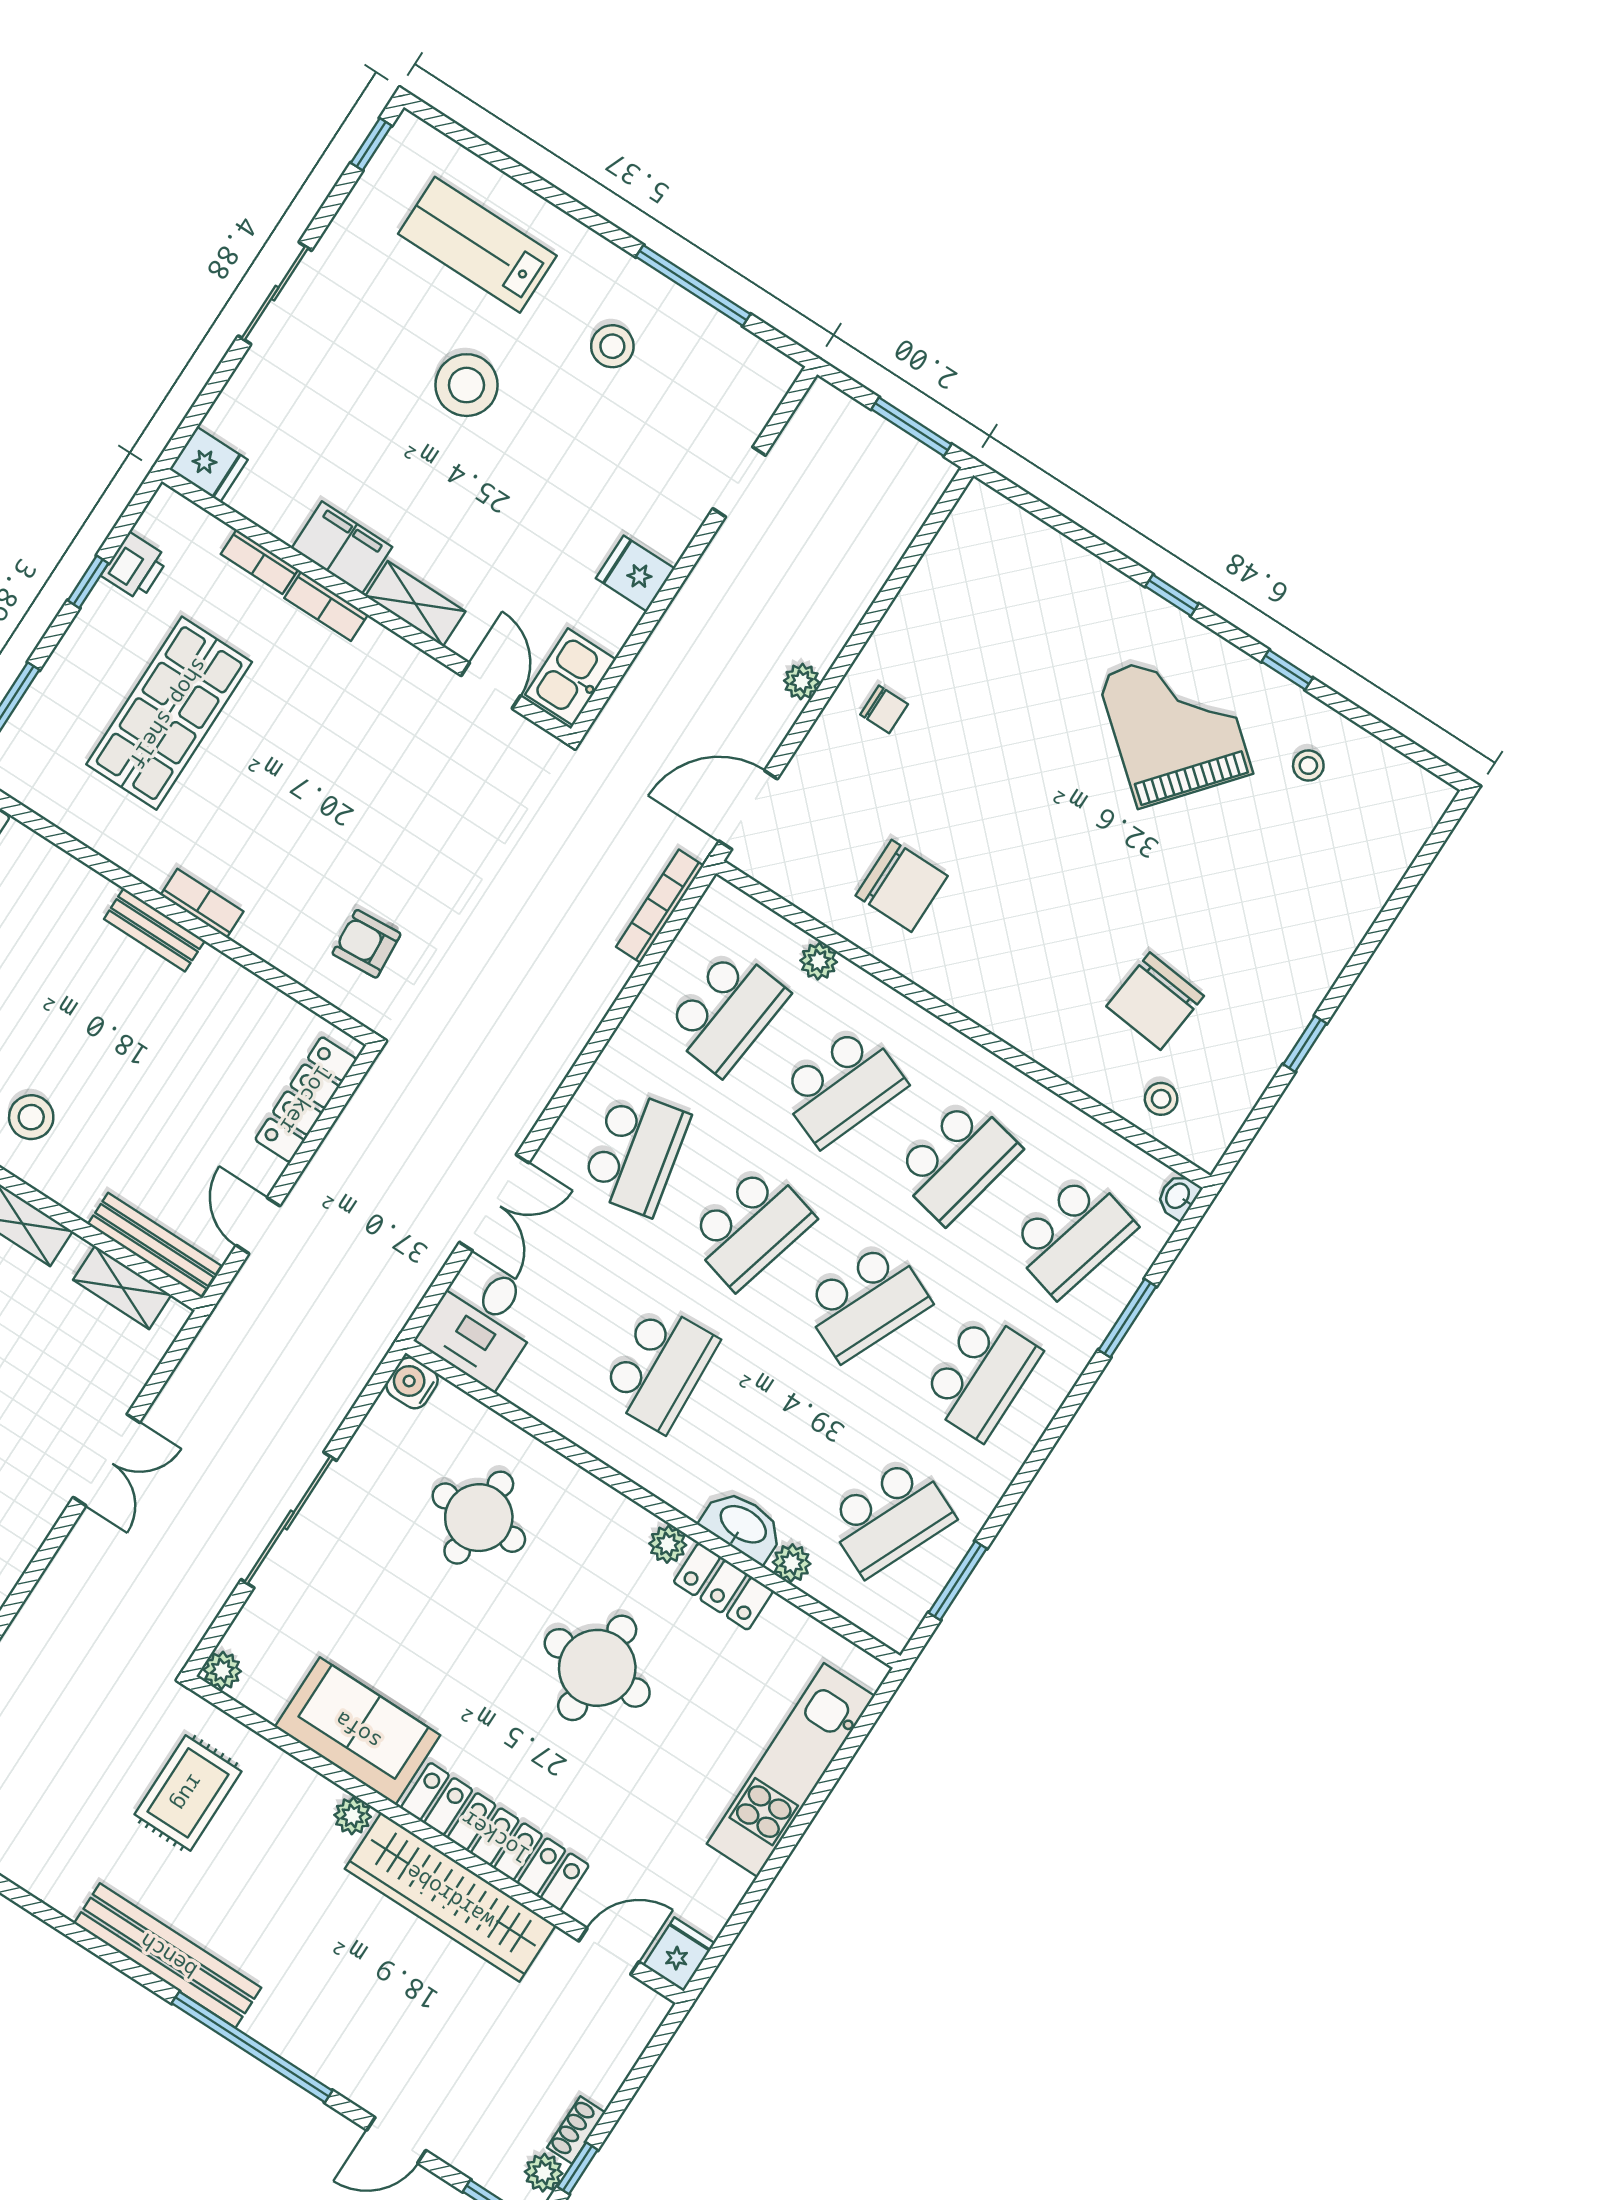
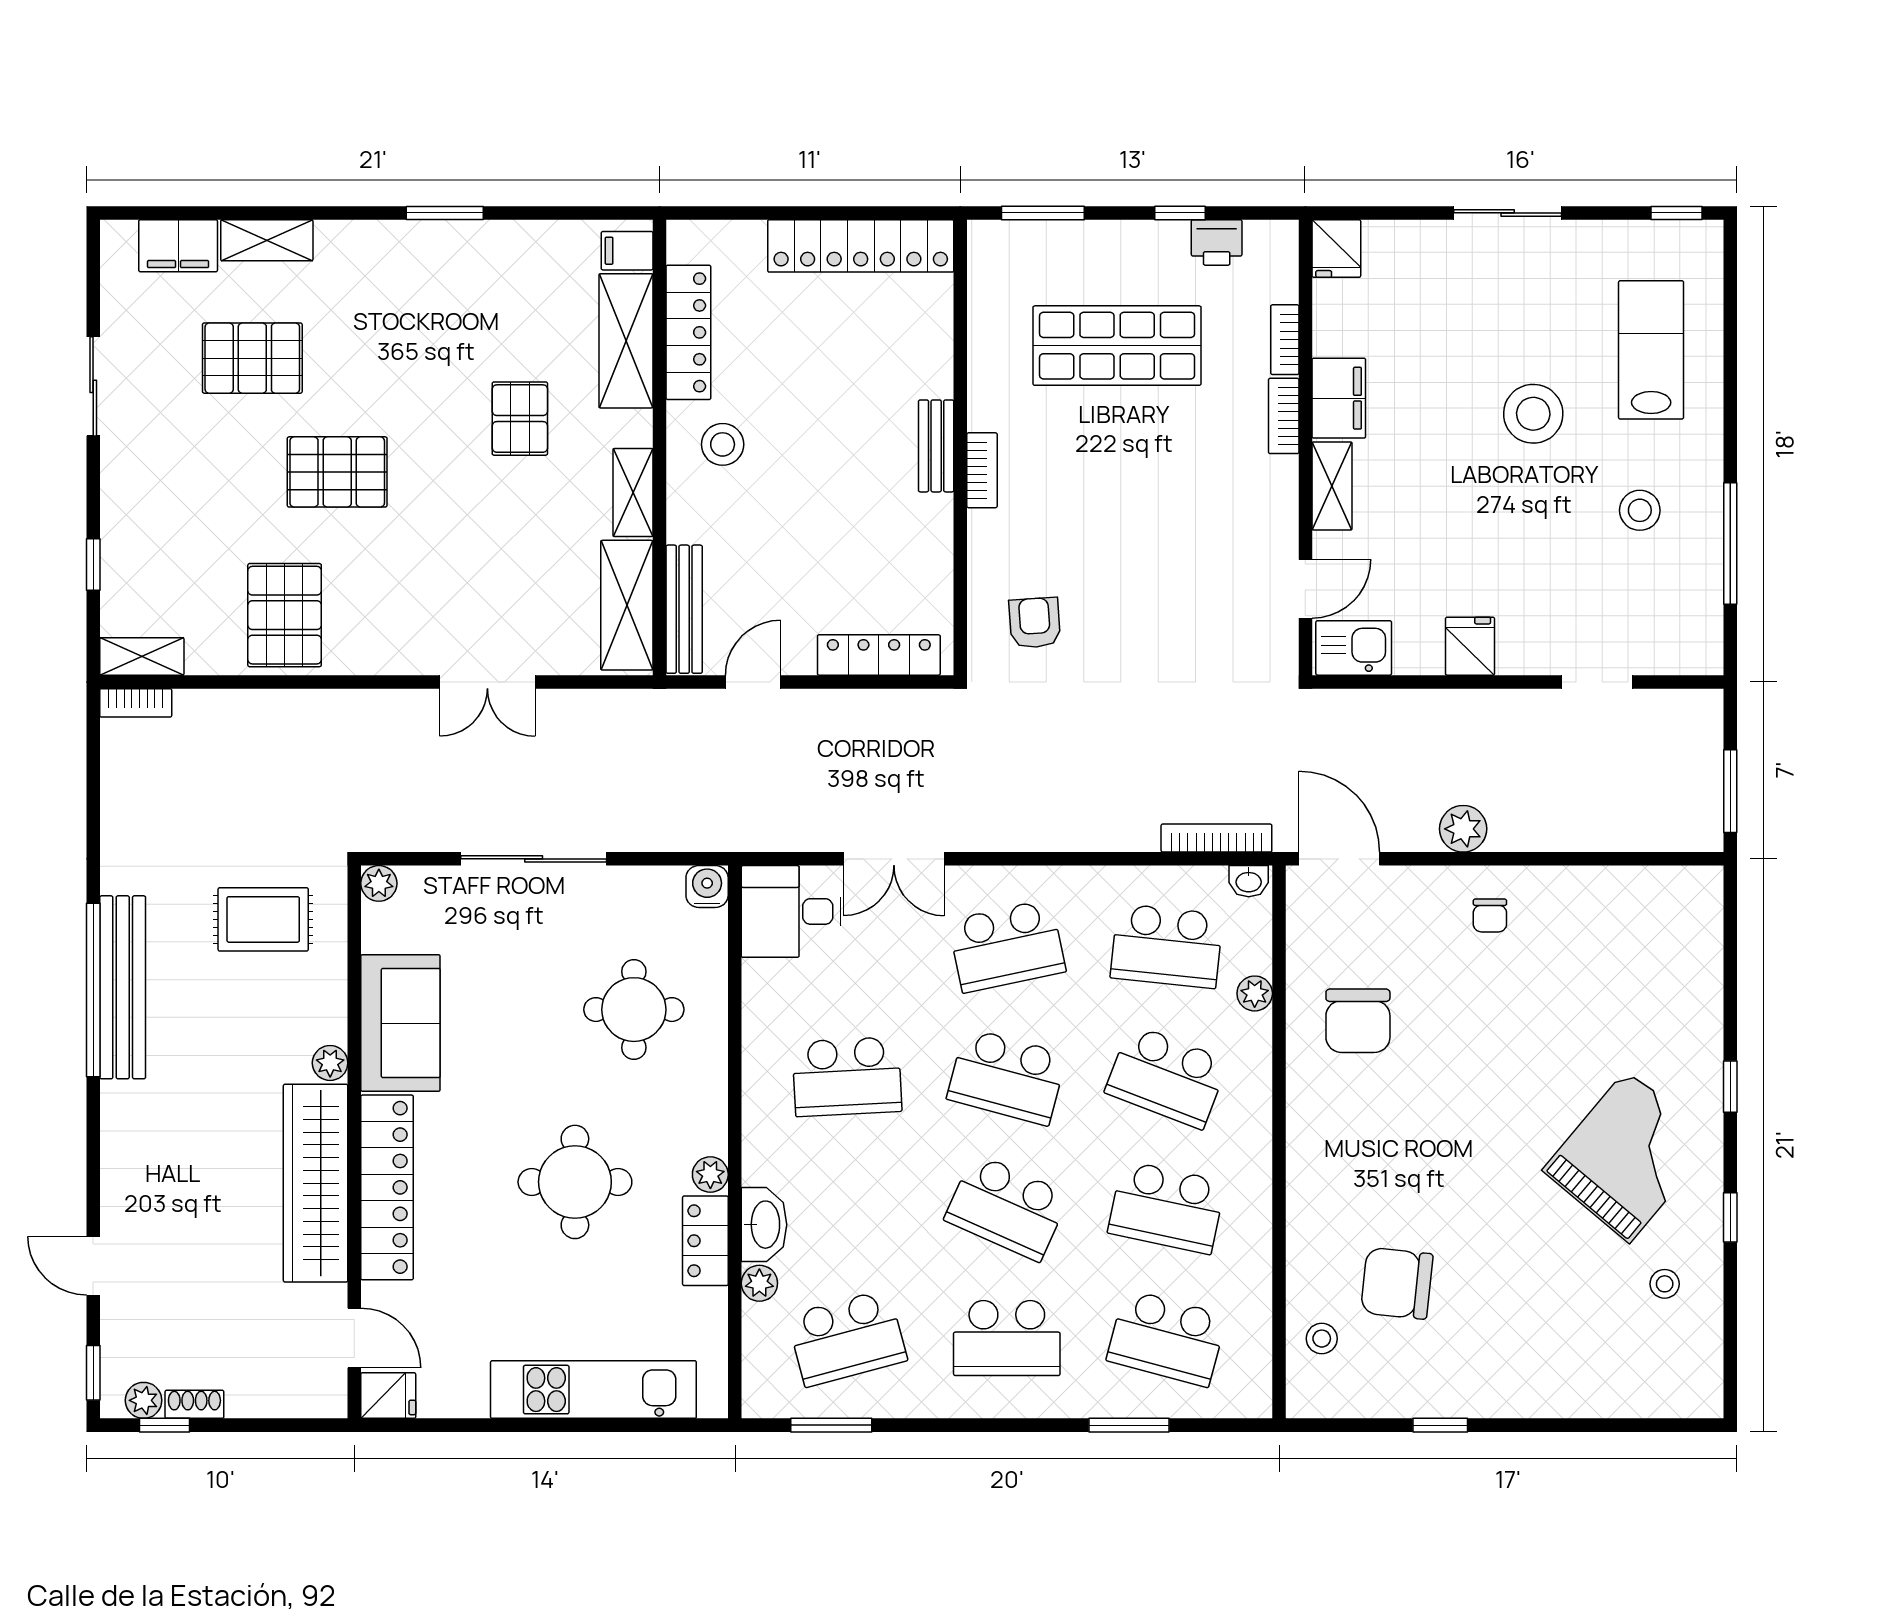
plant: (802, 682) -> (1463, 829), width x1.38, depth x1.38
washbasin: (1178, 1196) -> (1249, 881), moved, turned 180
shelving: (122, 1287) -> (627, 605), width x1.50, depth x1.33
school desk: (890, 1517) -> (847, 1338), turned -39
window: (252, 2047) -> (93, 990), moved

